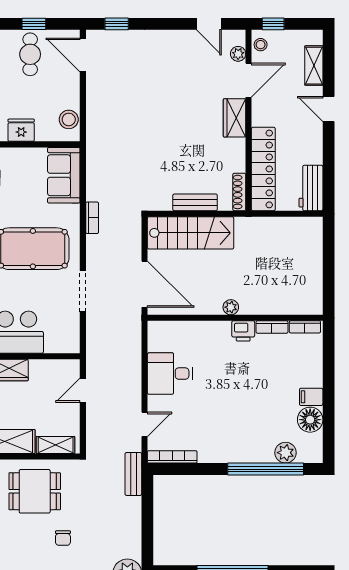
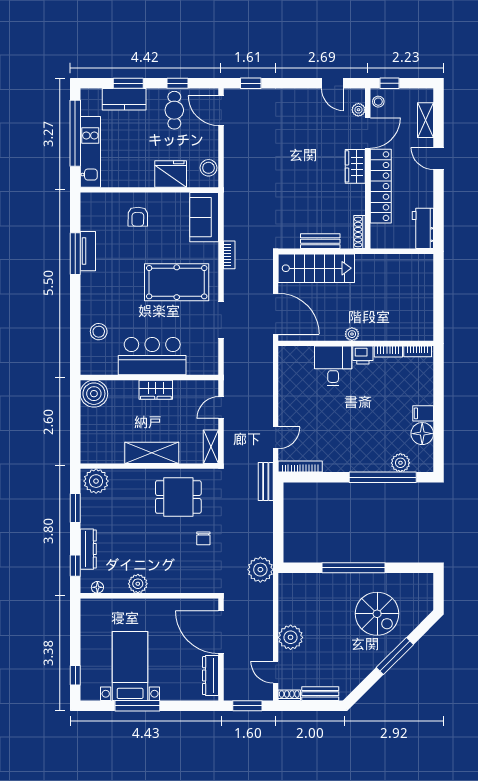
fridge: (21, 130) -> (171, 174), width x1.36, depth x1.34
locker: (263, 169) -> (381, 186), moved
desk: (170, 374) -> (333, 366), moved, turned 90
shelving: (56, 445) -> (211, 447), moved, turned 90

